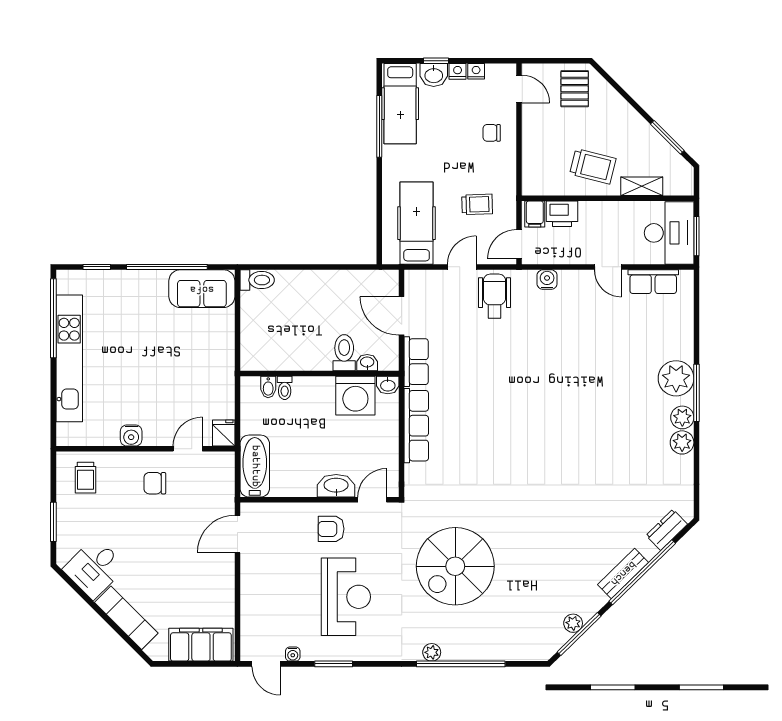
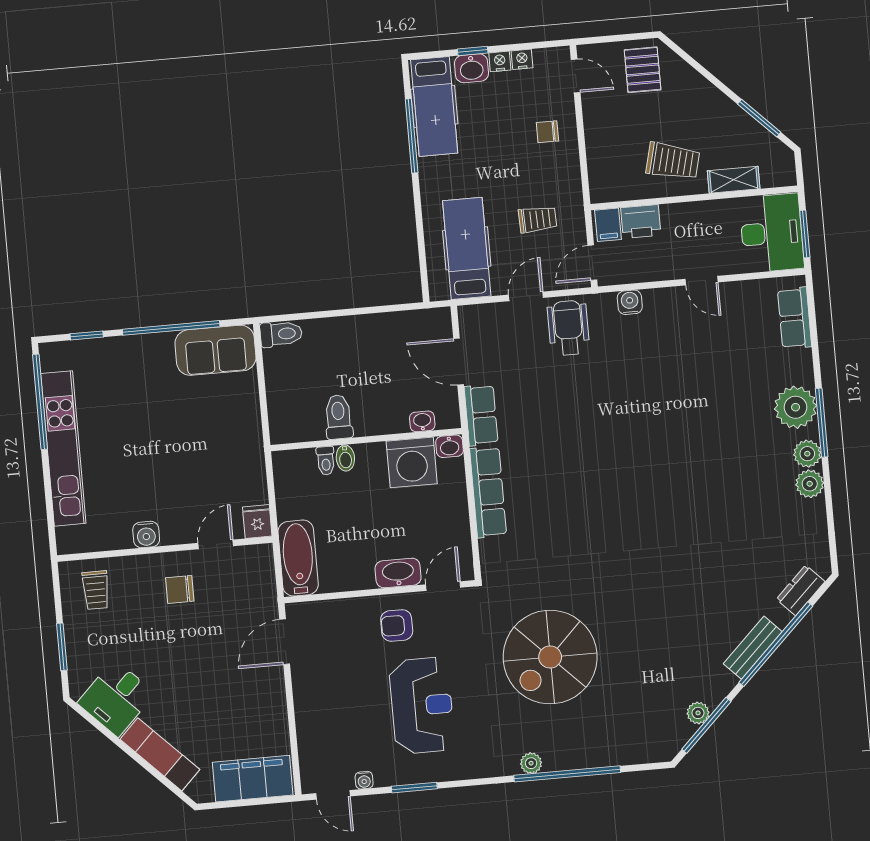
row of seats: (653, 282) -> (795, 318), moved, turned 90
toilet: (344, 353) -> (338, 417), moved
bidet: (268, 387) -> (345, 458), moved

